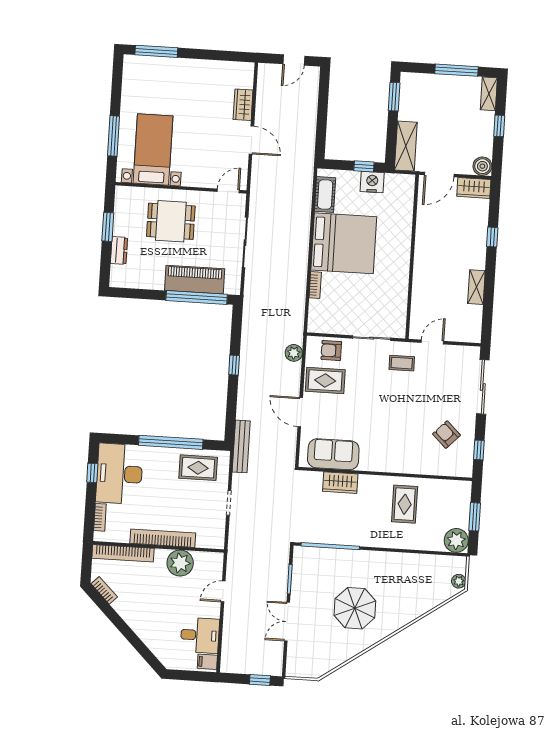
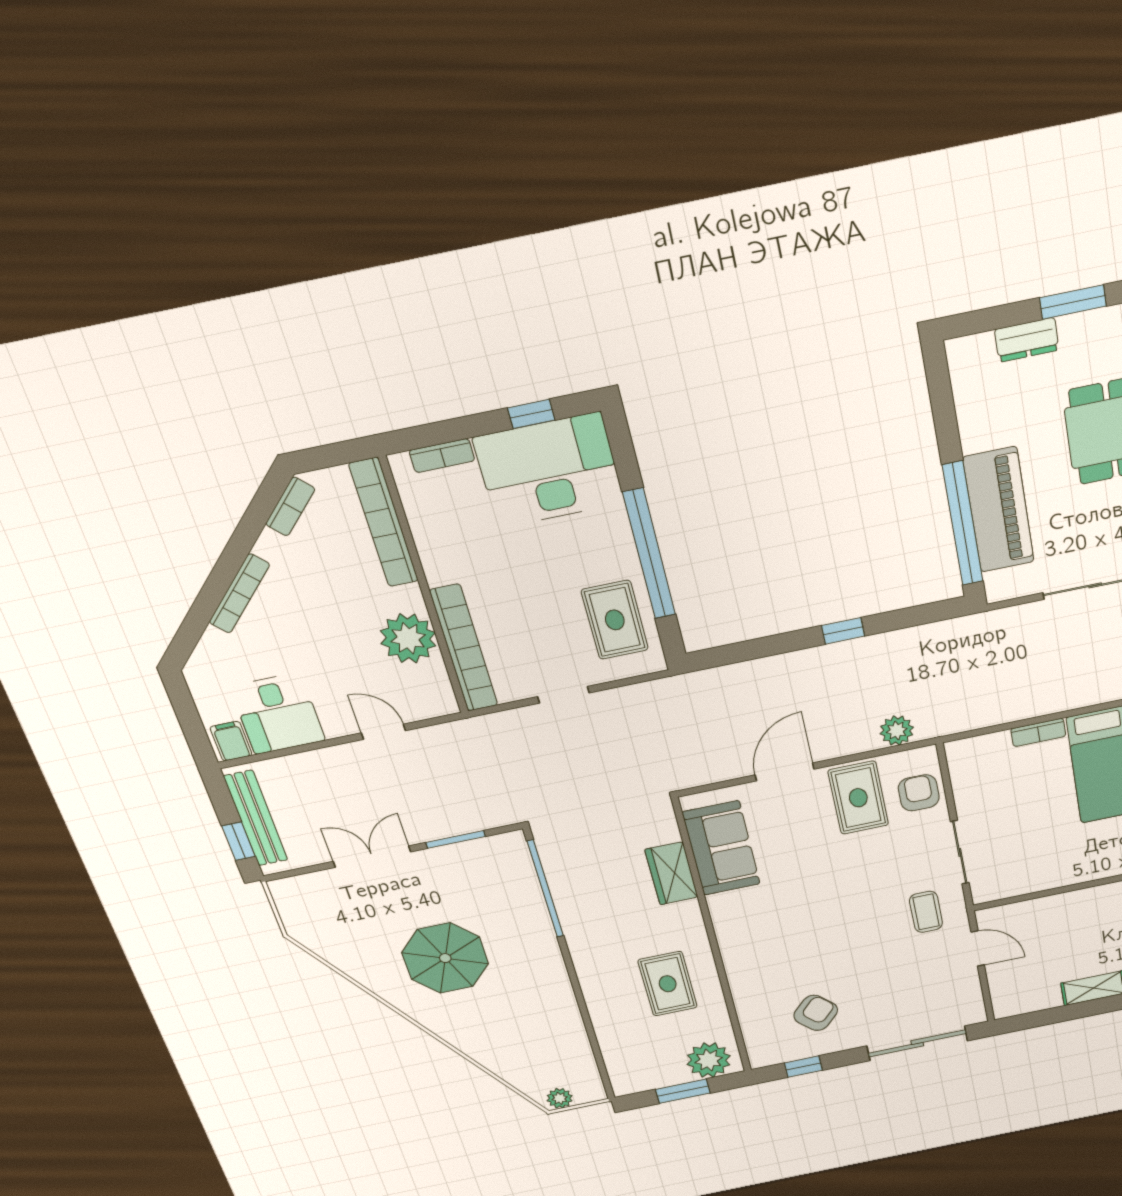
bench: (241, 446) -> (256, 818), moved, turned 90
rug: (405, 504) -> (668, 984), turned 90
bookcase: (163, 538) -> (464, 648), moved
plant: (456, 540) -> (709, 1060), moved
bookcase: (137, 628) -> (239, 594), added

